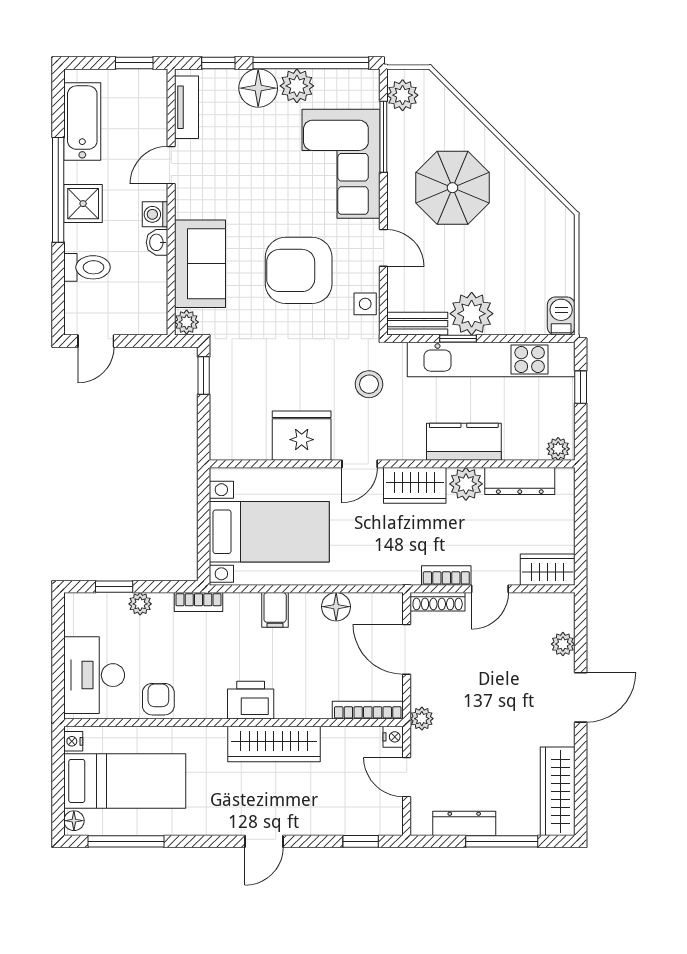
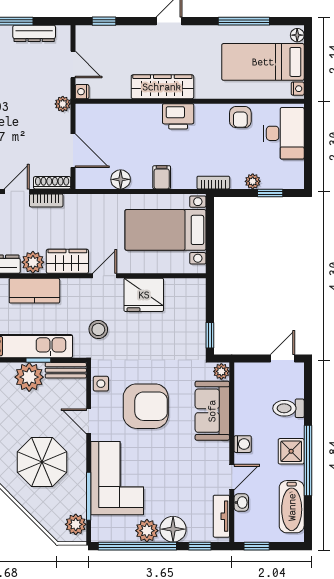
washbasin: (157, 242) -> (241, 503), moved
bookcase: (368, 710) -> (99, 110), removed
window: (126, 841) -> (244, 21), moved

